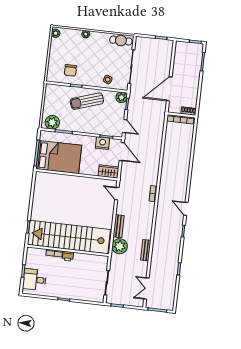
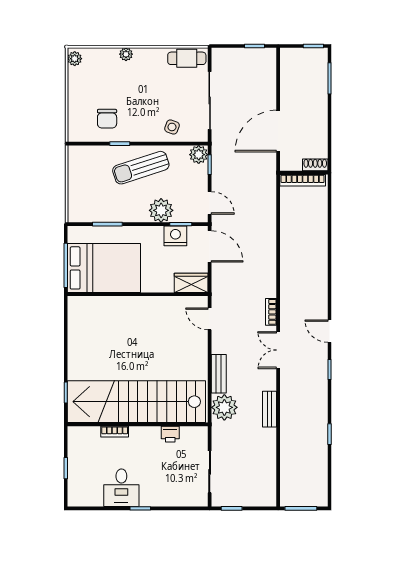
plant: (52, 122) -> (161, 210), moved
printer: (68, 256) -> (170, 434), moved
desk: (34, 280) -> (121, 488), moved, turned -90
double door: (146, 288) -> (278, 350), moved

